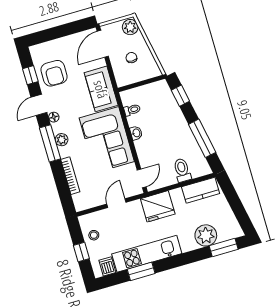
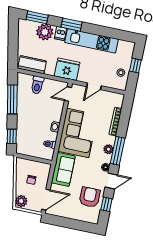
dishwasher: (107, 266) -> (60, 33), moved
window: (141, 271) -> (72, 25), moved

